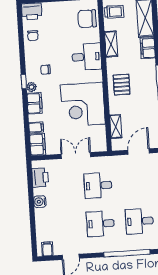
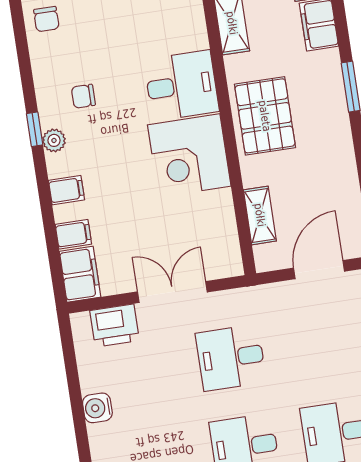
desk: (87, 57) -> (181, 86), moved
pallet: (122, 85) -> (265, 116), width x1.50, depth x1.42
filing cabinet: (35, 103) -> (66, 190), width x0.50
corner desk: (83, 104) -> (189, 156), width x0.74, depth x0.74
printer: (40, 177) -> (115, 325), moved, turned 90

